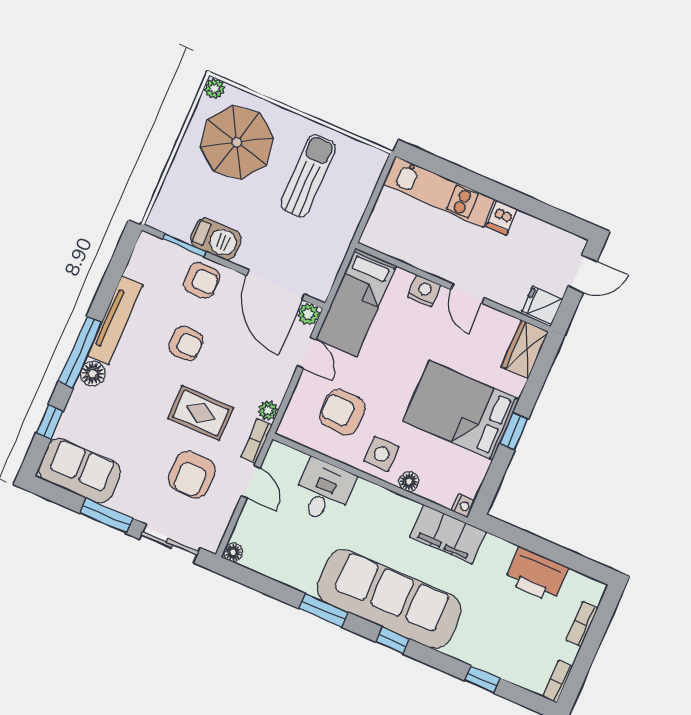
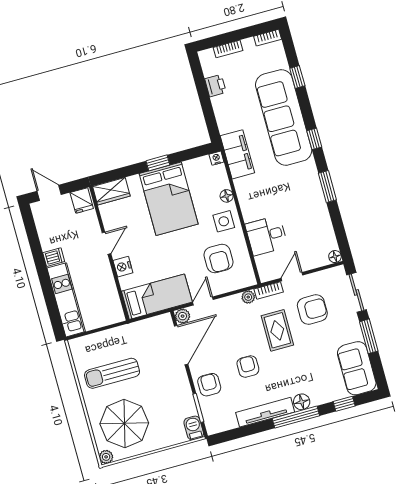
barbecue: (216, 239) -> (194, 428), moved, width x0.73, depth x0.79
printer: (536, 575) -> (215, 86), width x0.53, depth x0.68
sofa: (389, 599) -> (284, 117), moved

